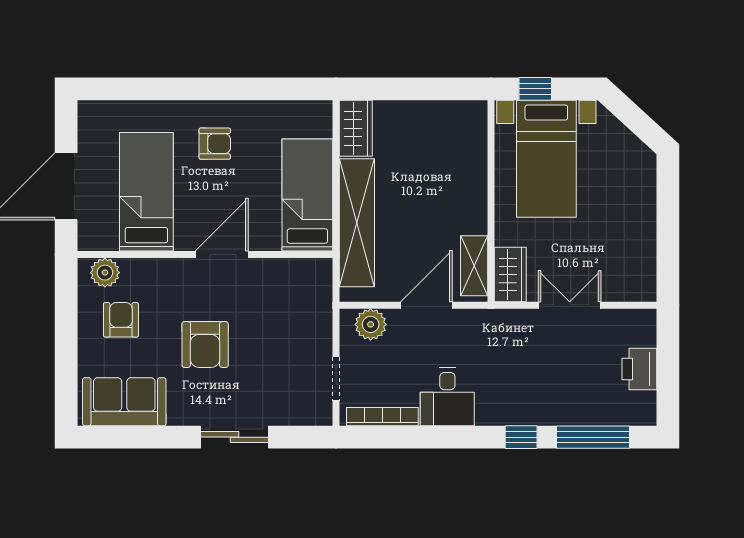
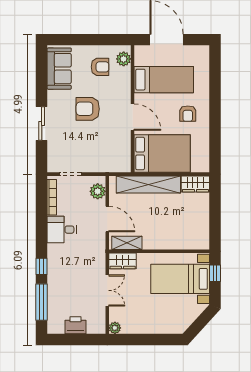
bed: (307, 195) -> (162, 154), width x1.50
plant: (645, 290) -> (115, 328), added

